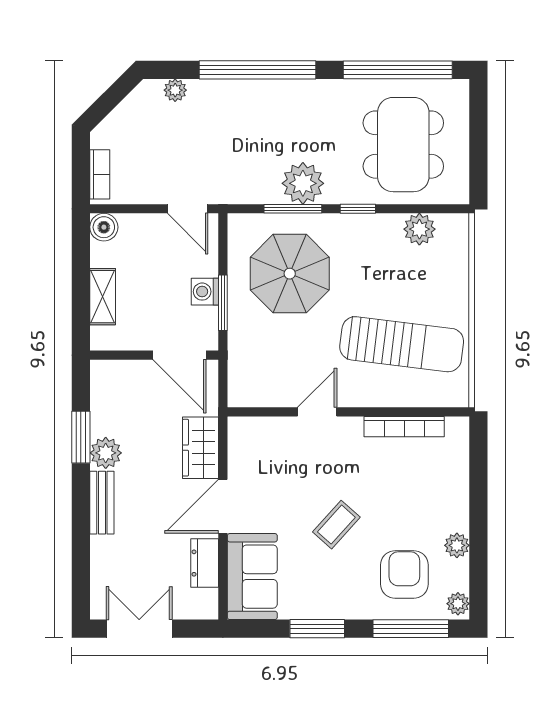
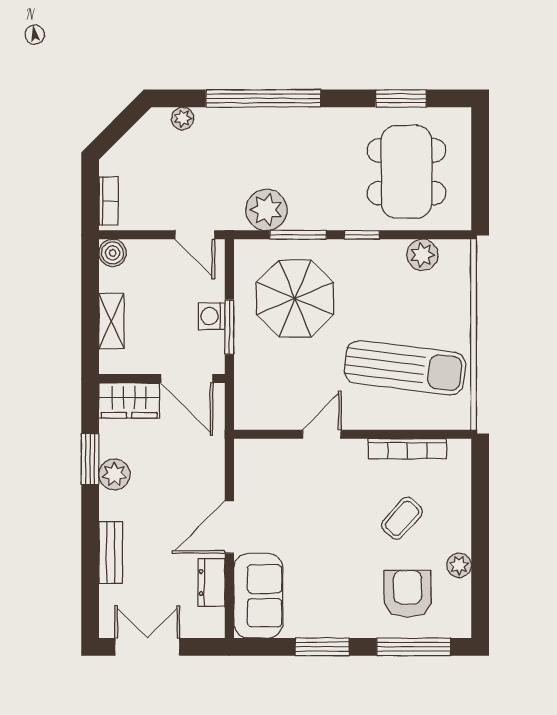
window: (398, 70) -> (401, 98), width x0.47
plant: (303, 183) -> (266, 210), moved
wardrobe: (200, 448) -> (129, 401), moved, turned -90
bench: (102, 503) -> (111, 553), moved
coffee table: (336, 525) -> (402, 518), moved
plant: (458, 604) -> (460, 622), removed

